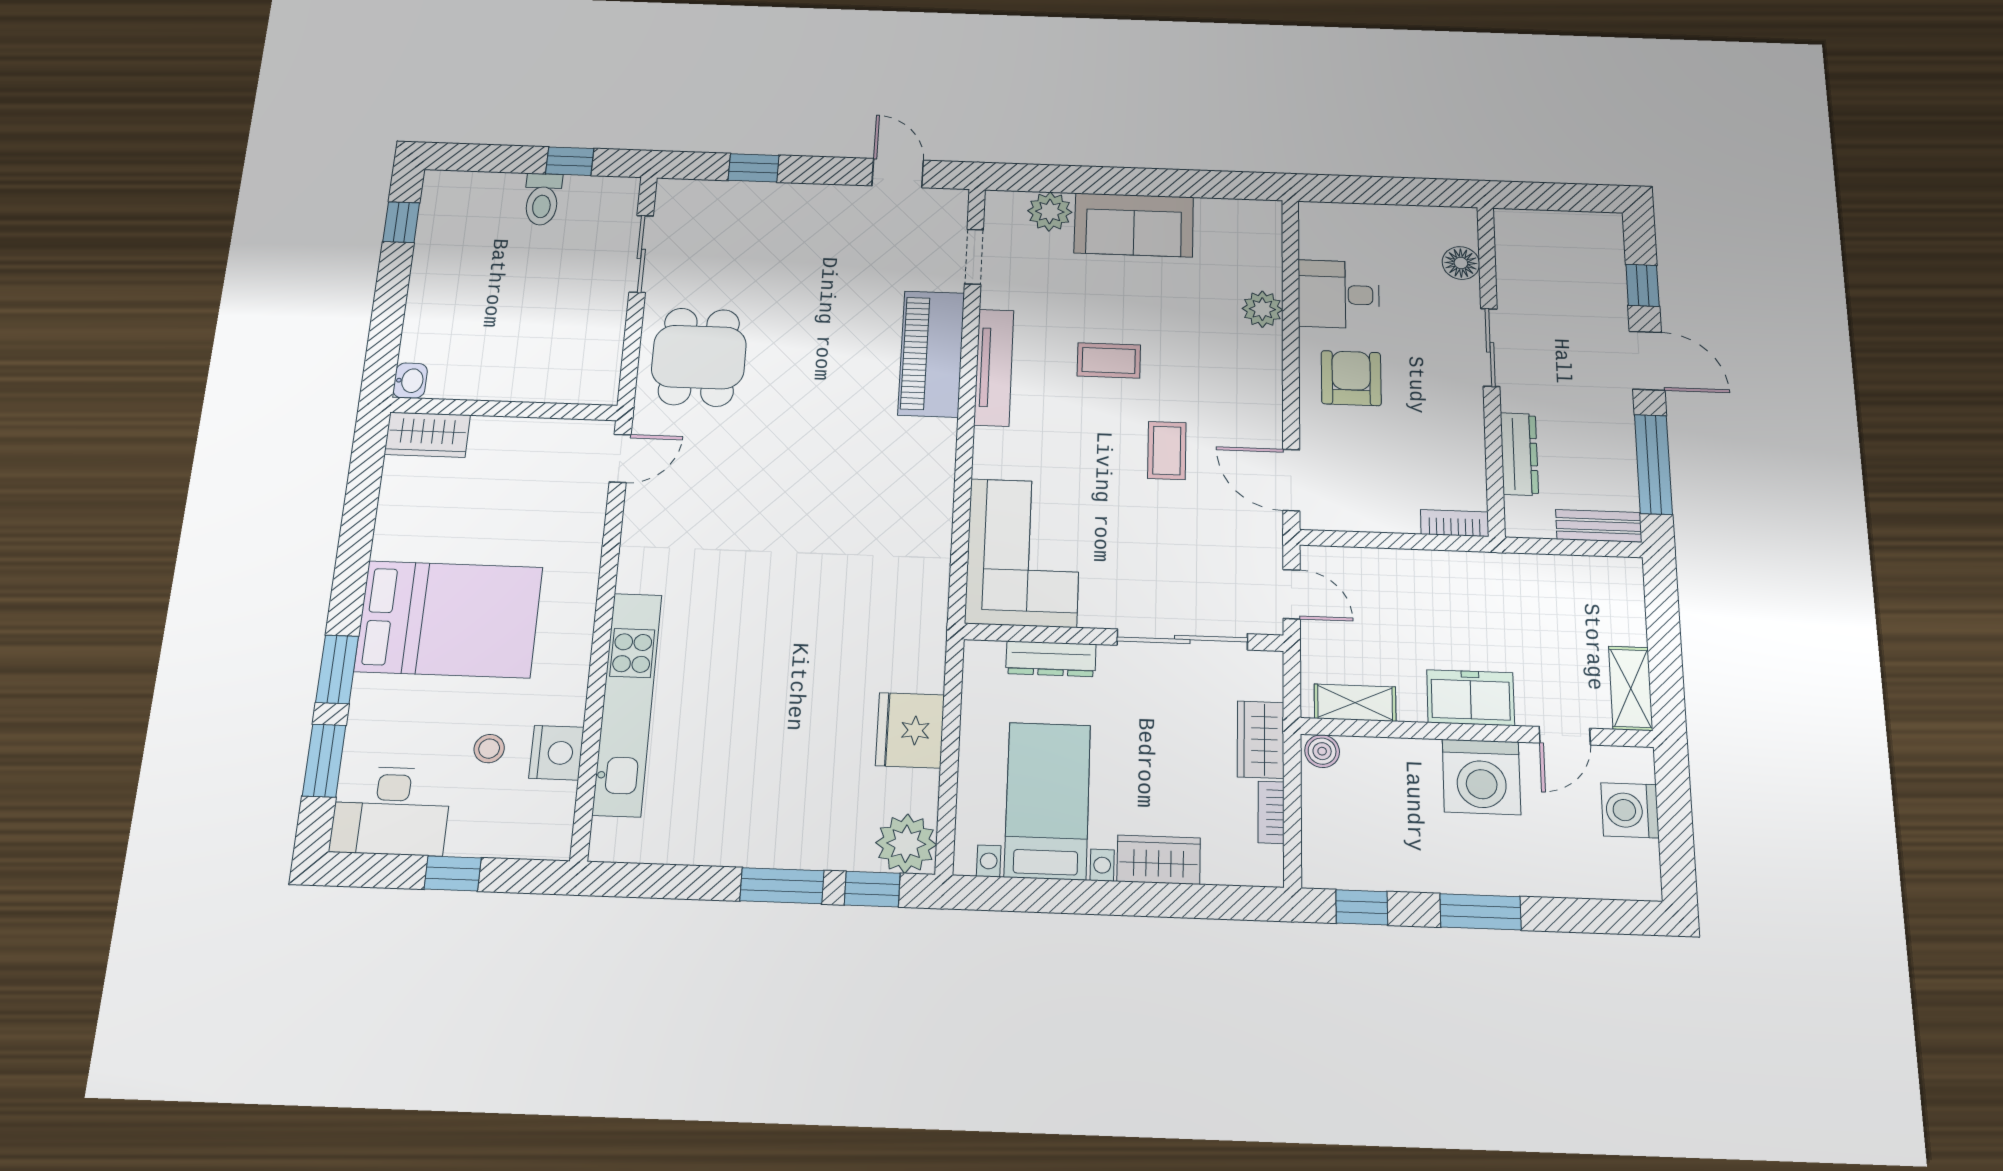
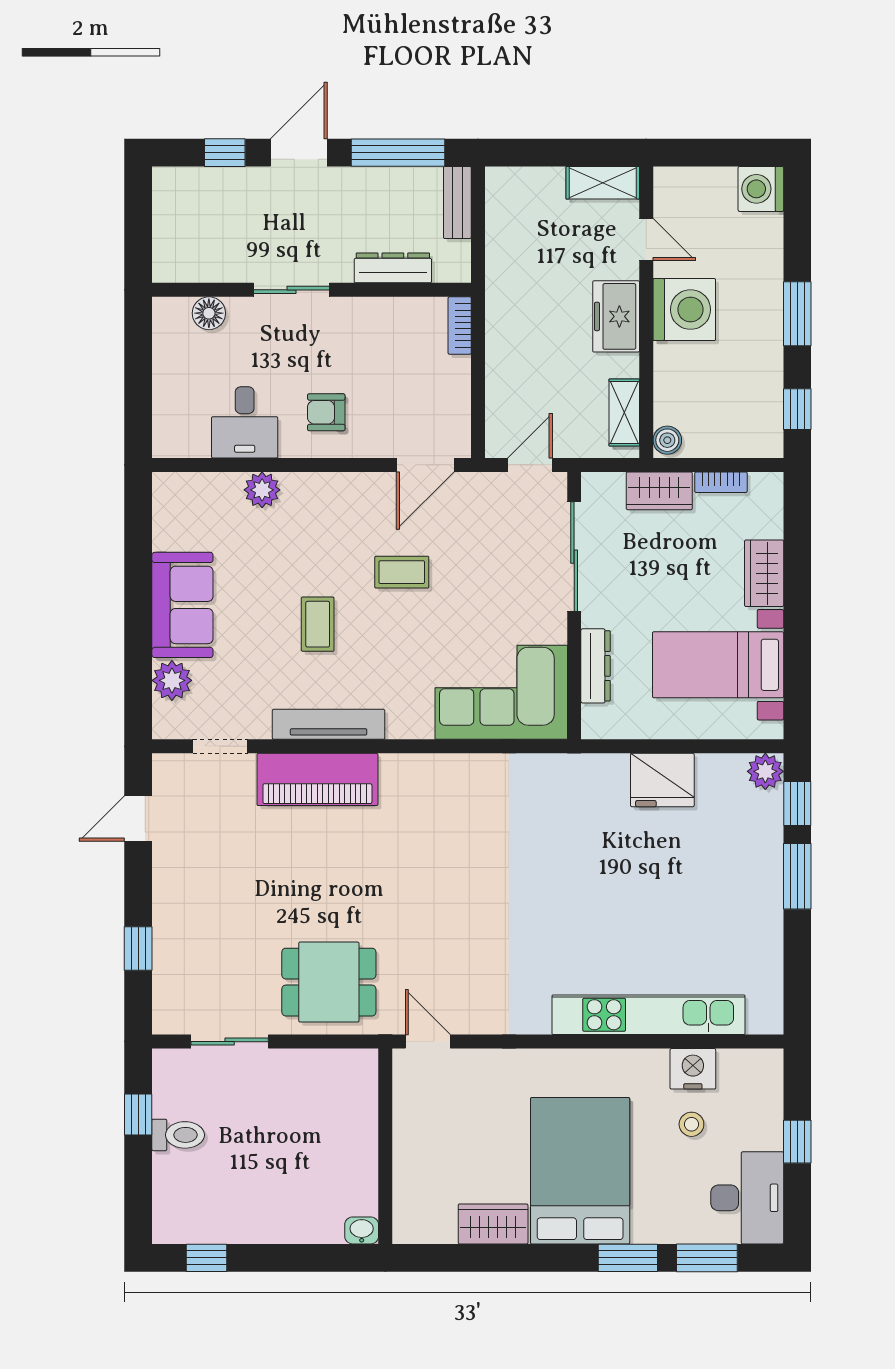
armchair: (1351, 378) -> (326, 412), width x0.72, depth x0.72
wardrobe: (427, 435) -> (493, 1224), moved, turned -90
washing machine: (1630, 810) -> (761, 189), moved, turned 90
plant: (906, 844) -> (765, 771), width x0.73, depth x0.73

